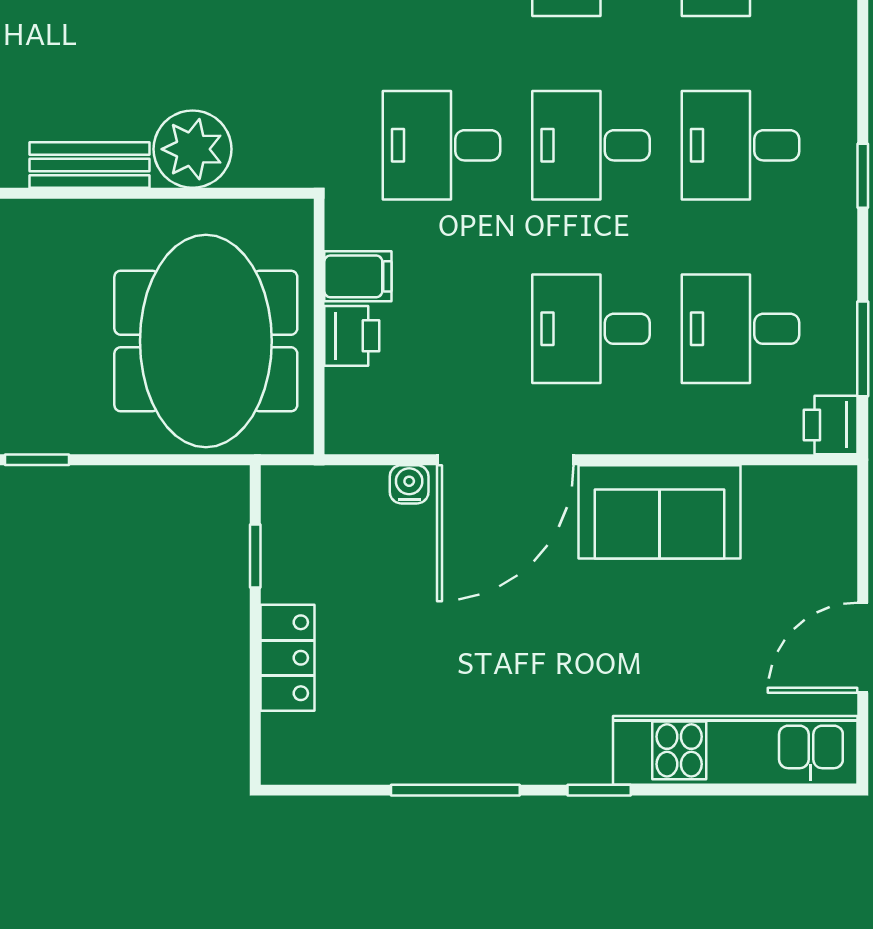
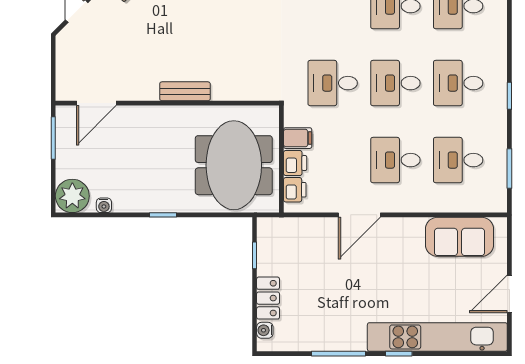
plant: (193, 149) -> (228, 85), removed
printer: (831, 425) -> (295, 190), moved, turned 180
door: (505, 460) -> (359, 215), width x0.73
water cooler: (409, 484) -> (265, 330), moved, turned -90
sofa: (660, 512) -> (460, 237), moved
kitchen unit: (735, 750) -> (437, 337), width x1.36

